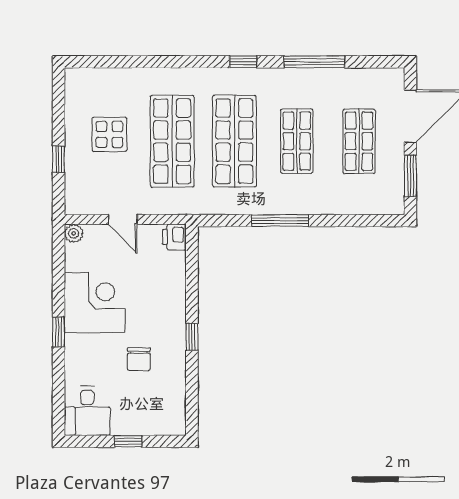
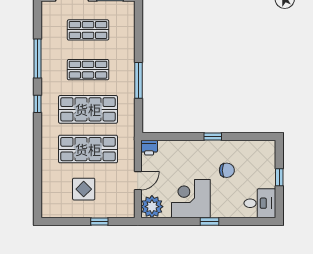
plant: (74, 233) -> (152, 207), width x1.88, depth x1.88

